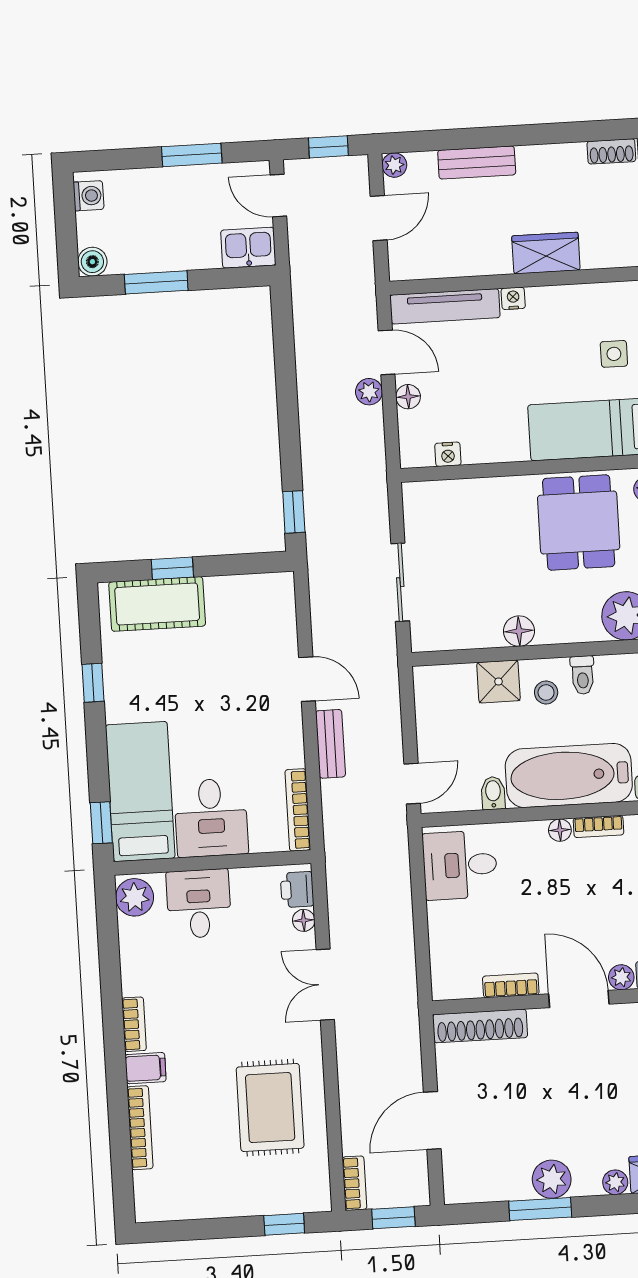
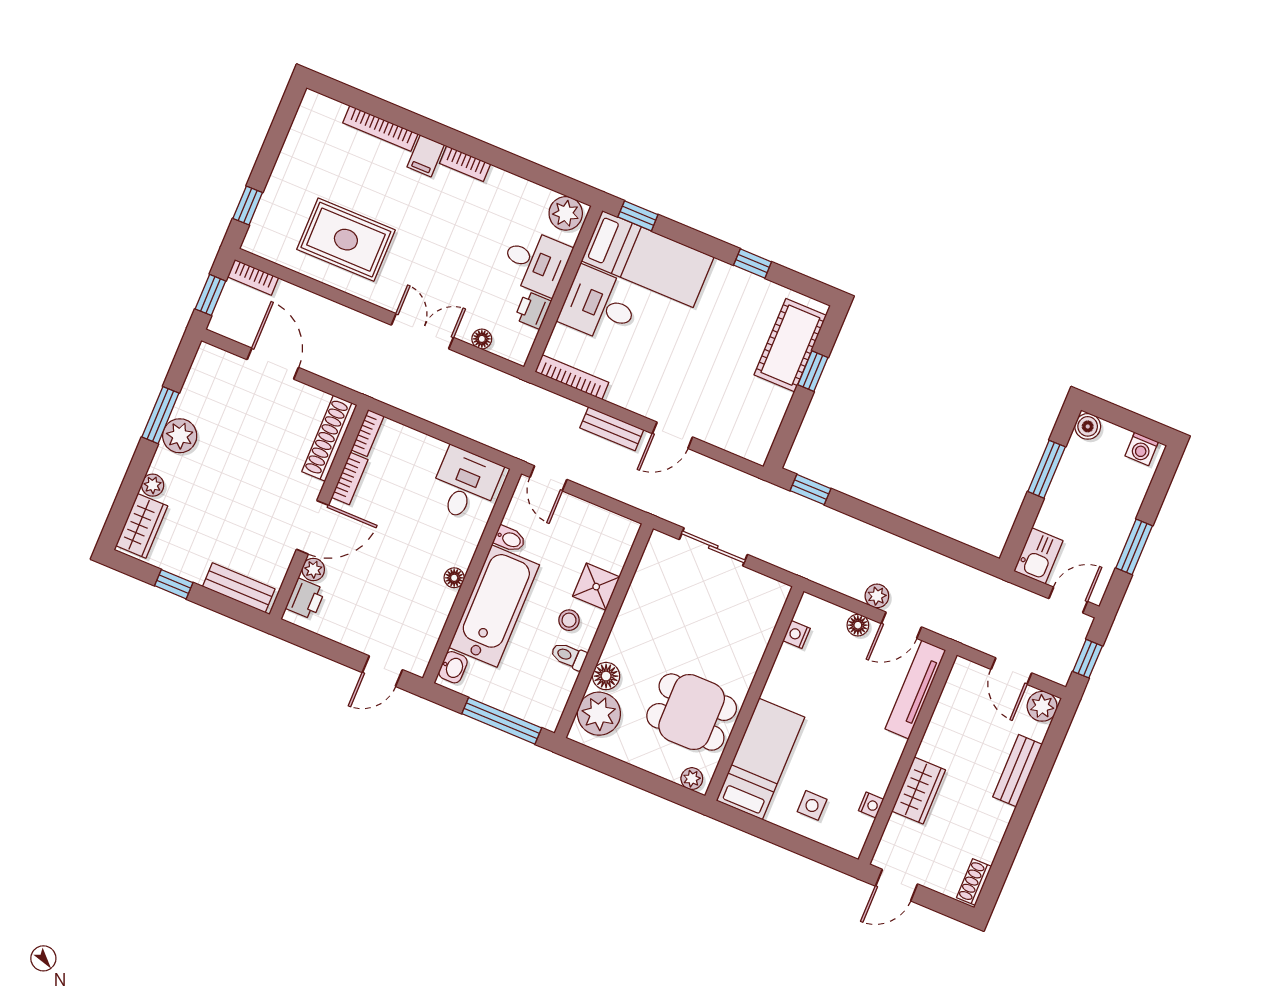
plant: (394, 165) -> (1042, 706), width x1.38, depth x1.38
nightstand: (513, 298) -> (871, 805), moved
floor lamp: (519, 631) -> (606, 676), moved
bookcase: (598, 826) -> (368, 433), moved, turned 180
printer: (297, 889) -> (533, 310), moved, turned -90

